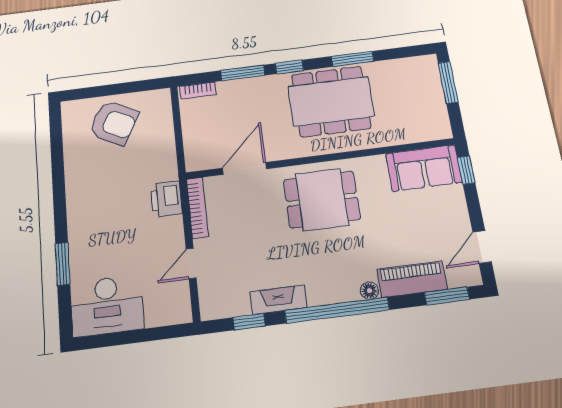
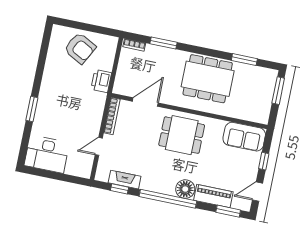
window: (353, 59) -> (244, 60), moved
window: (289, 67) -> (192, 49), removed
window: (466, 170) -> (264, 161), moved
printer: (166, 199) -> (101, 81), moved
window: (63, 264) -> (32, 109), moved
floor lamp: (369, 291) -> (185, 189), width x1.89, depth x1.89
fireplace: (279, 300) -> (125, 180), moved

